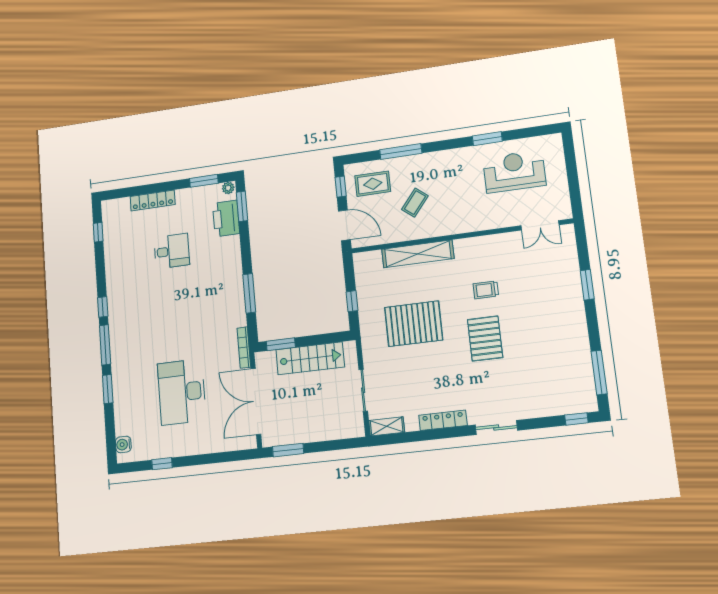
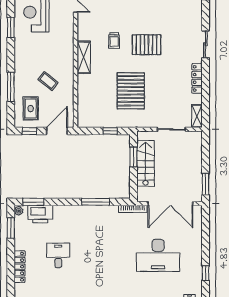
shelving: (418, 254) -> (84, 57), moved, width x0.68
window: (281, 344) -> (133, 157), moved

